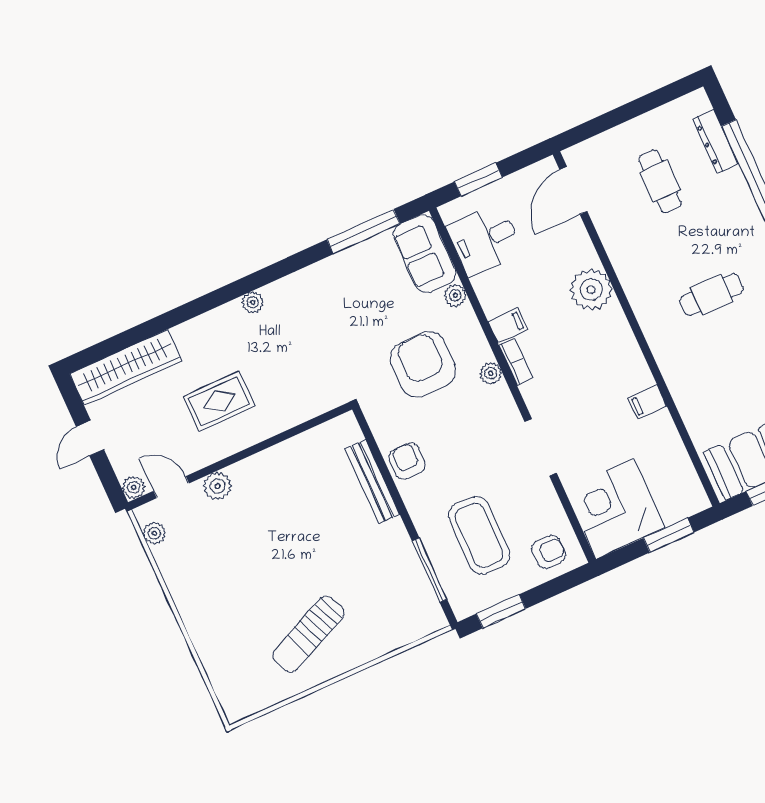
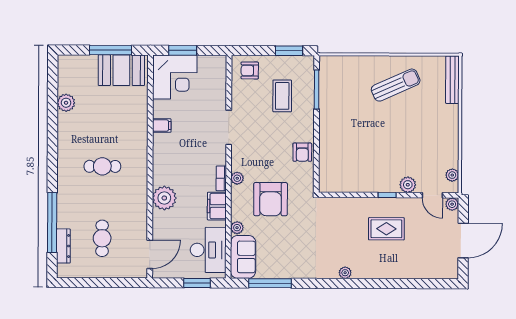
desk: (485, 240) -> (208, 250), width x1.37
filing cabinet: (508, 326) -> (217, 206), width x2.00
wardrobe: (126, 367) -> (427, 269), removed
door: (90, 438) -> (463, 241), width x1.88
window: (242, 455) -> (387, 195), added
bench: (372, 481) -> (452, 80), moved
corner desk: (615, 509) -> (175, 77), moved
coffee table: (479, 535) -> (282, 96), width x0.73, depth x0.76

